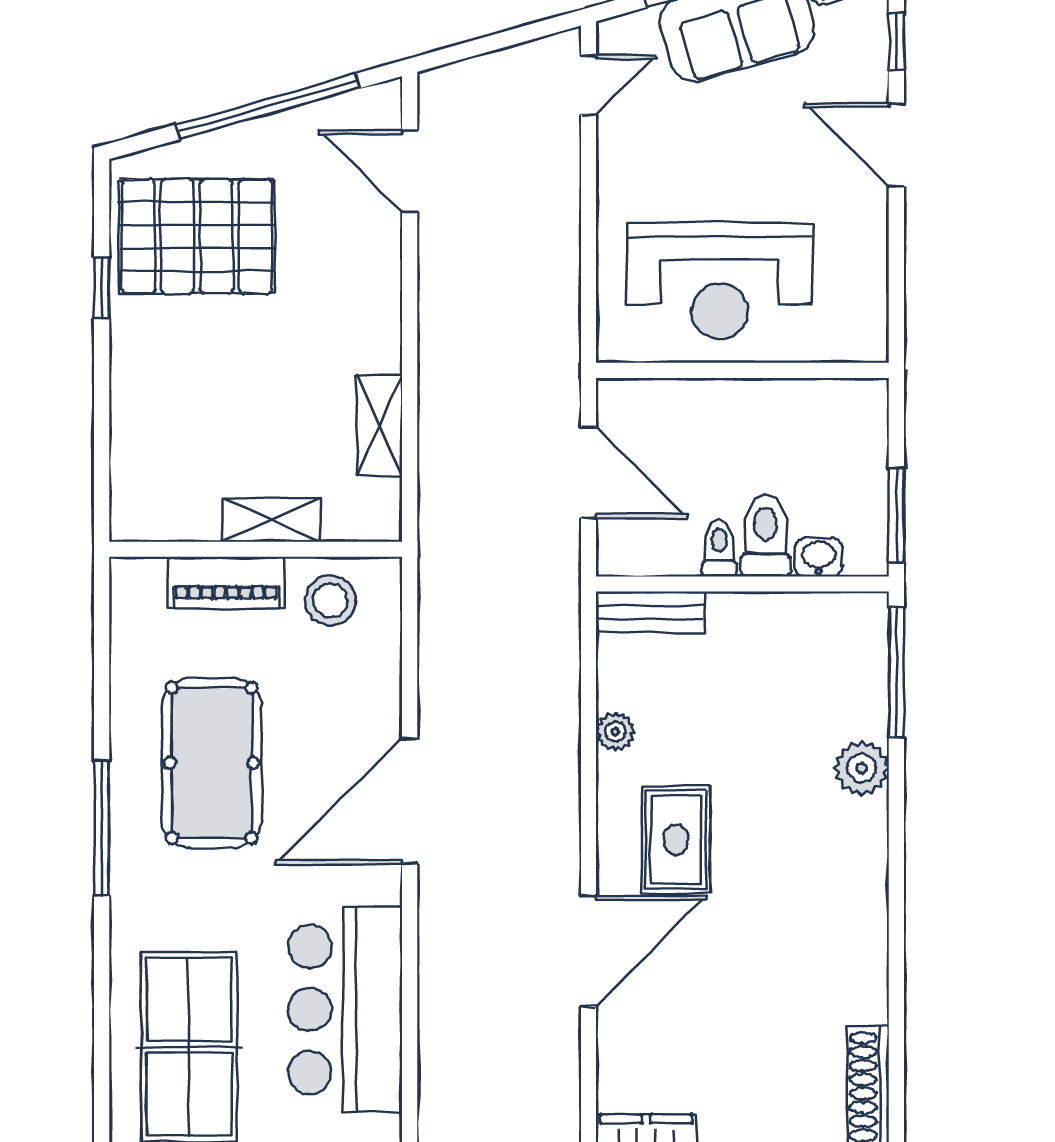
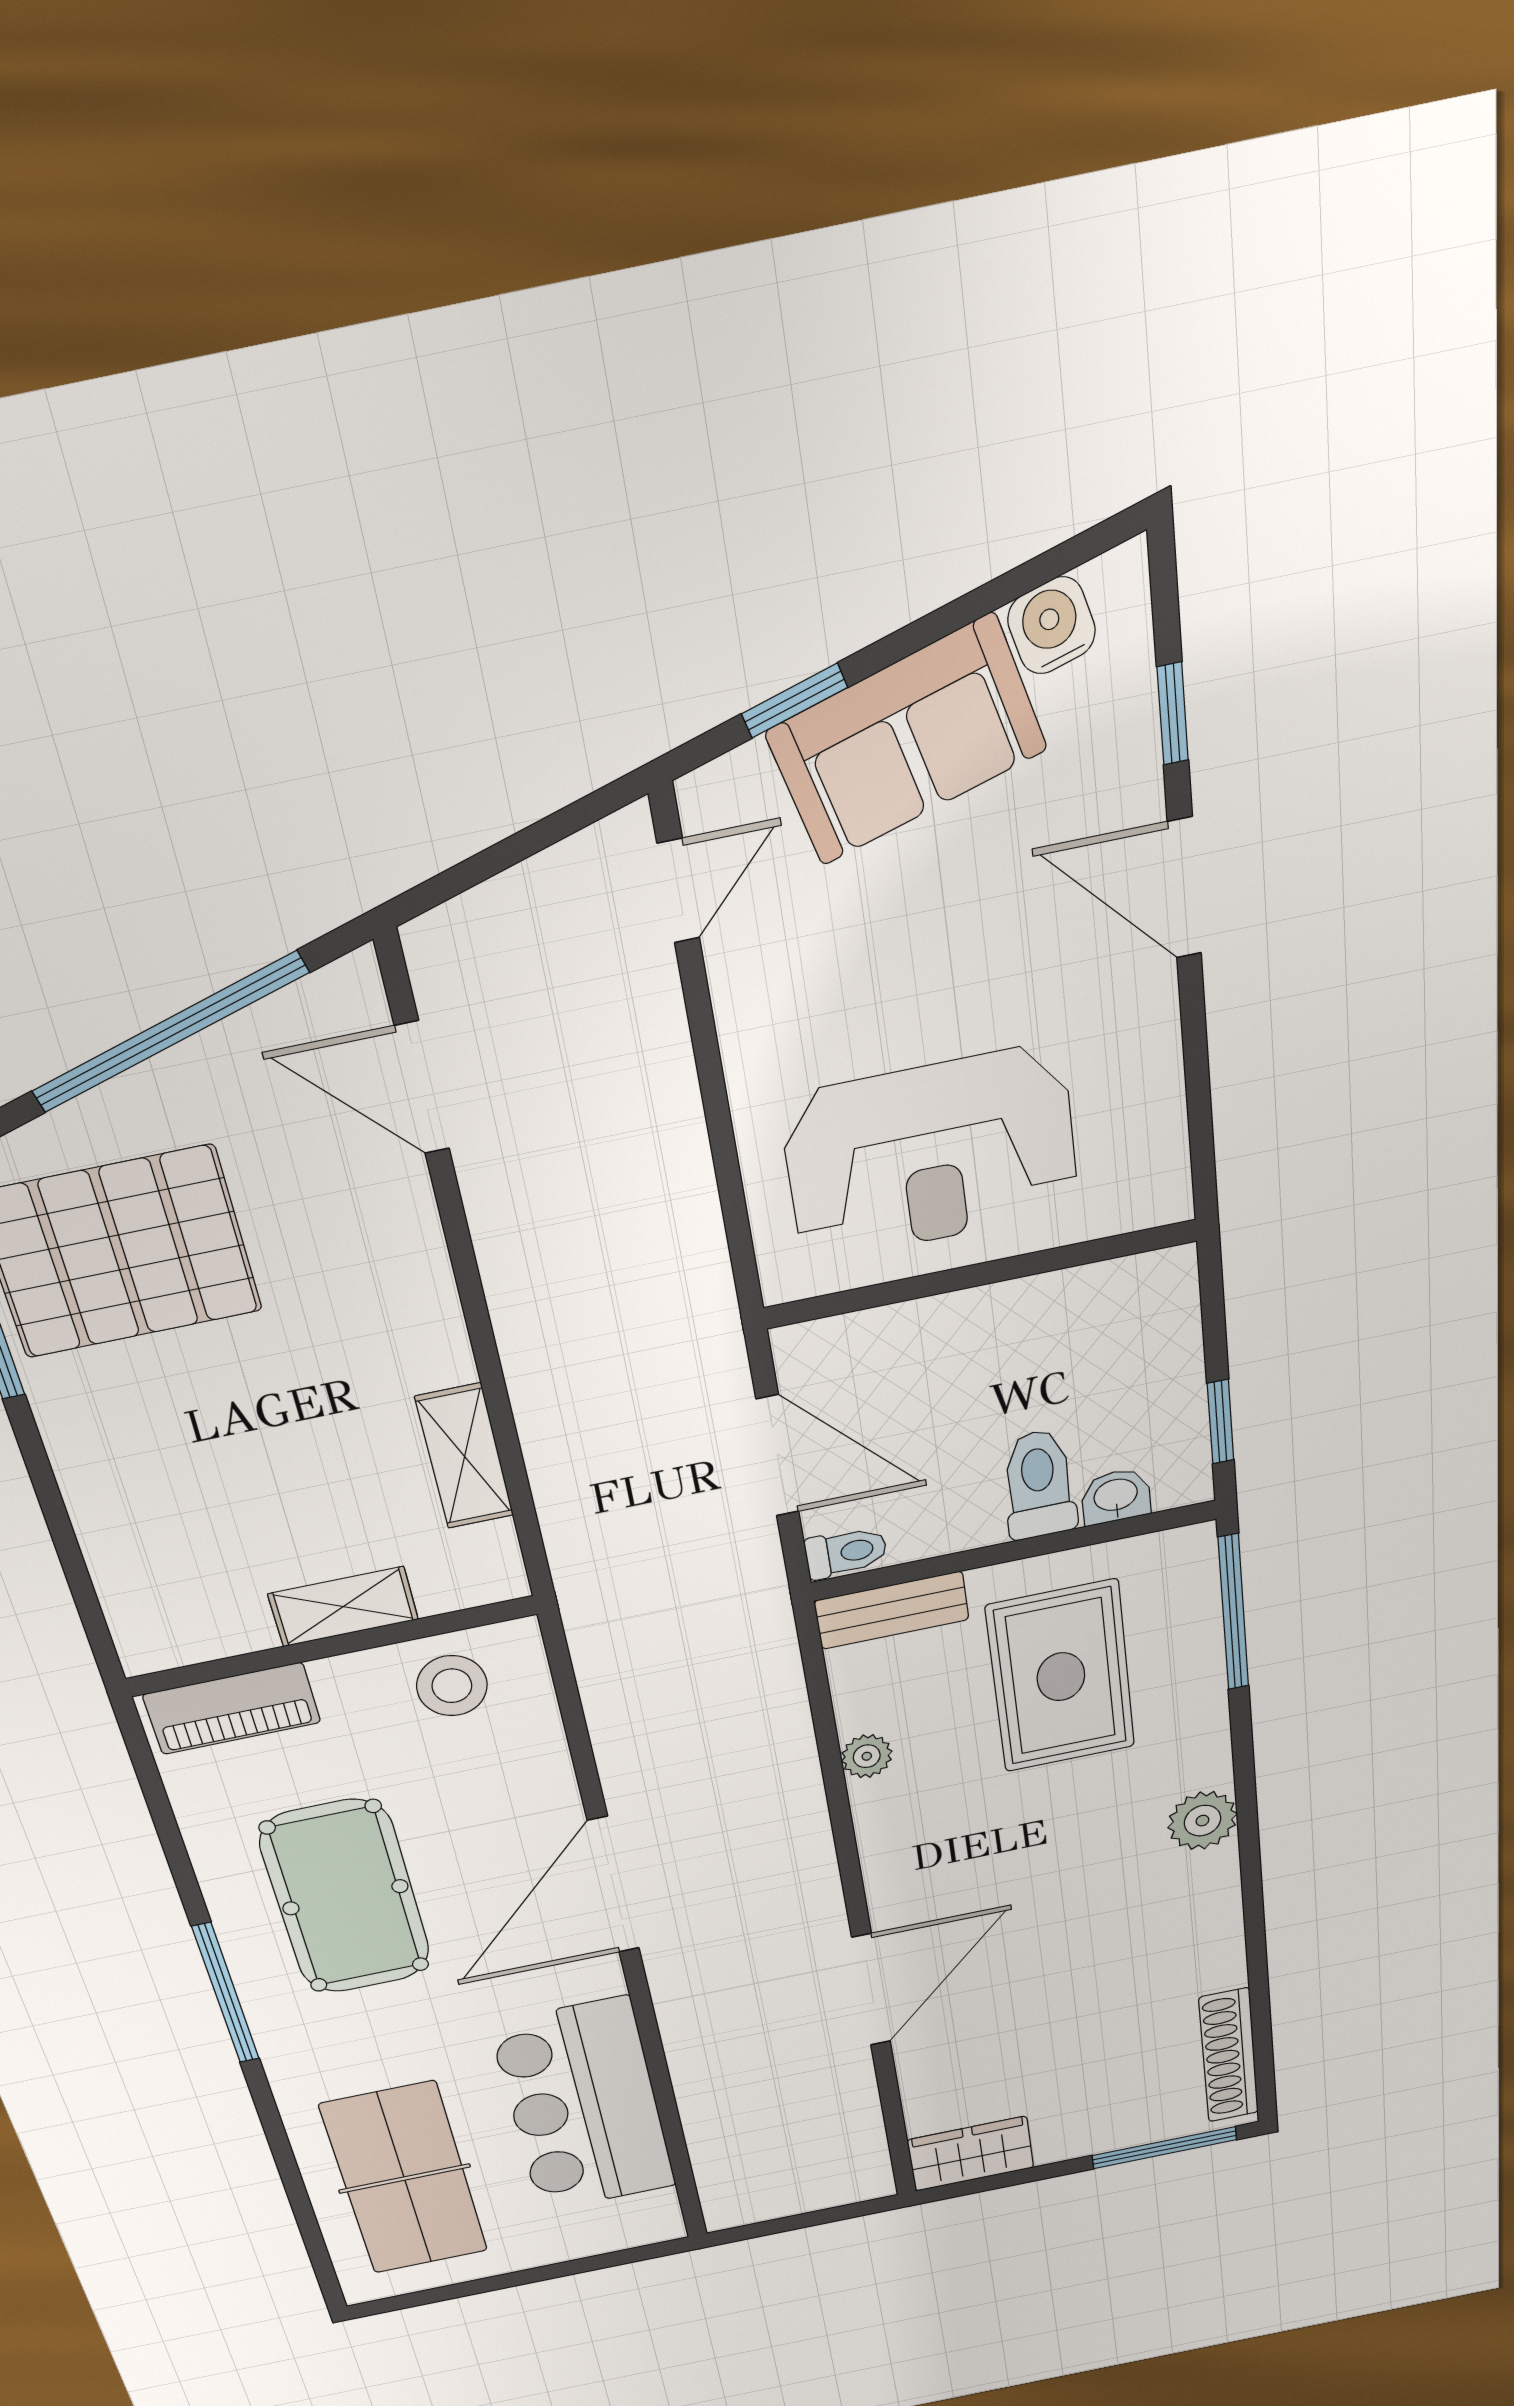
window: (896, 516) -> (1221, 1422), width x0.67
toilet: (719, 548) -> (846, 1552), moved, turned 90
piano: (226, 583) -> (232, 1709), moved
plant: (862, 768) -> (1202, 1821), moved
rug: (676, 839) -> (1061, 1677), moved, width x1.36, depth x1.43

